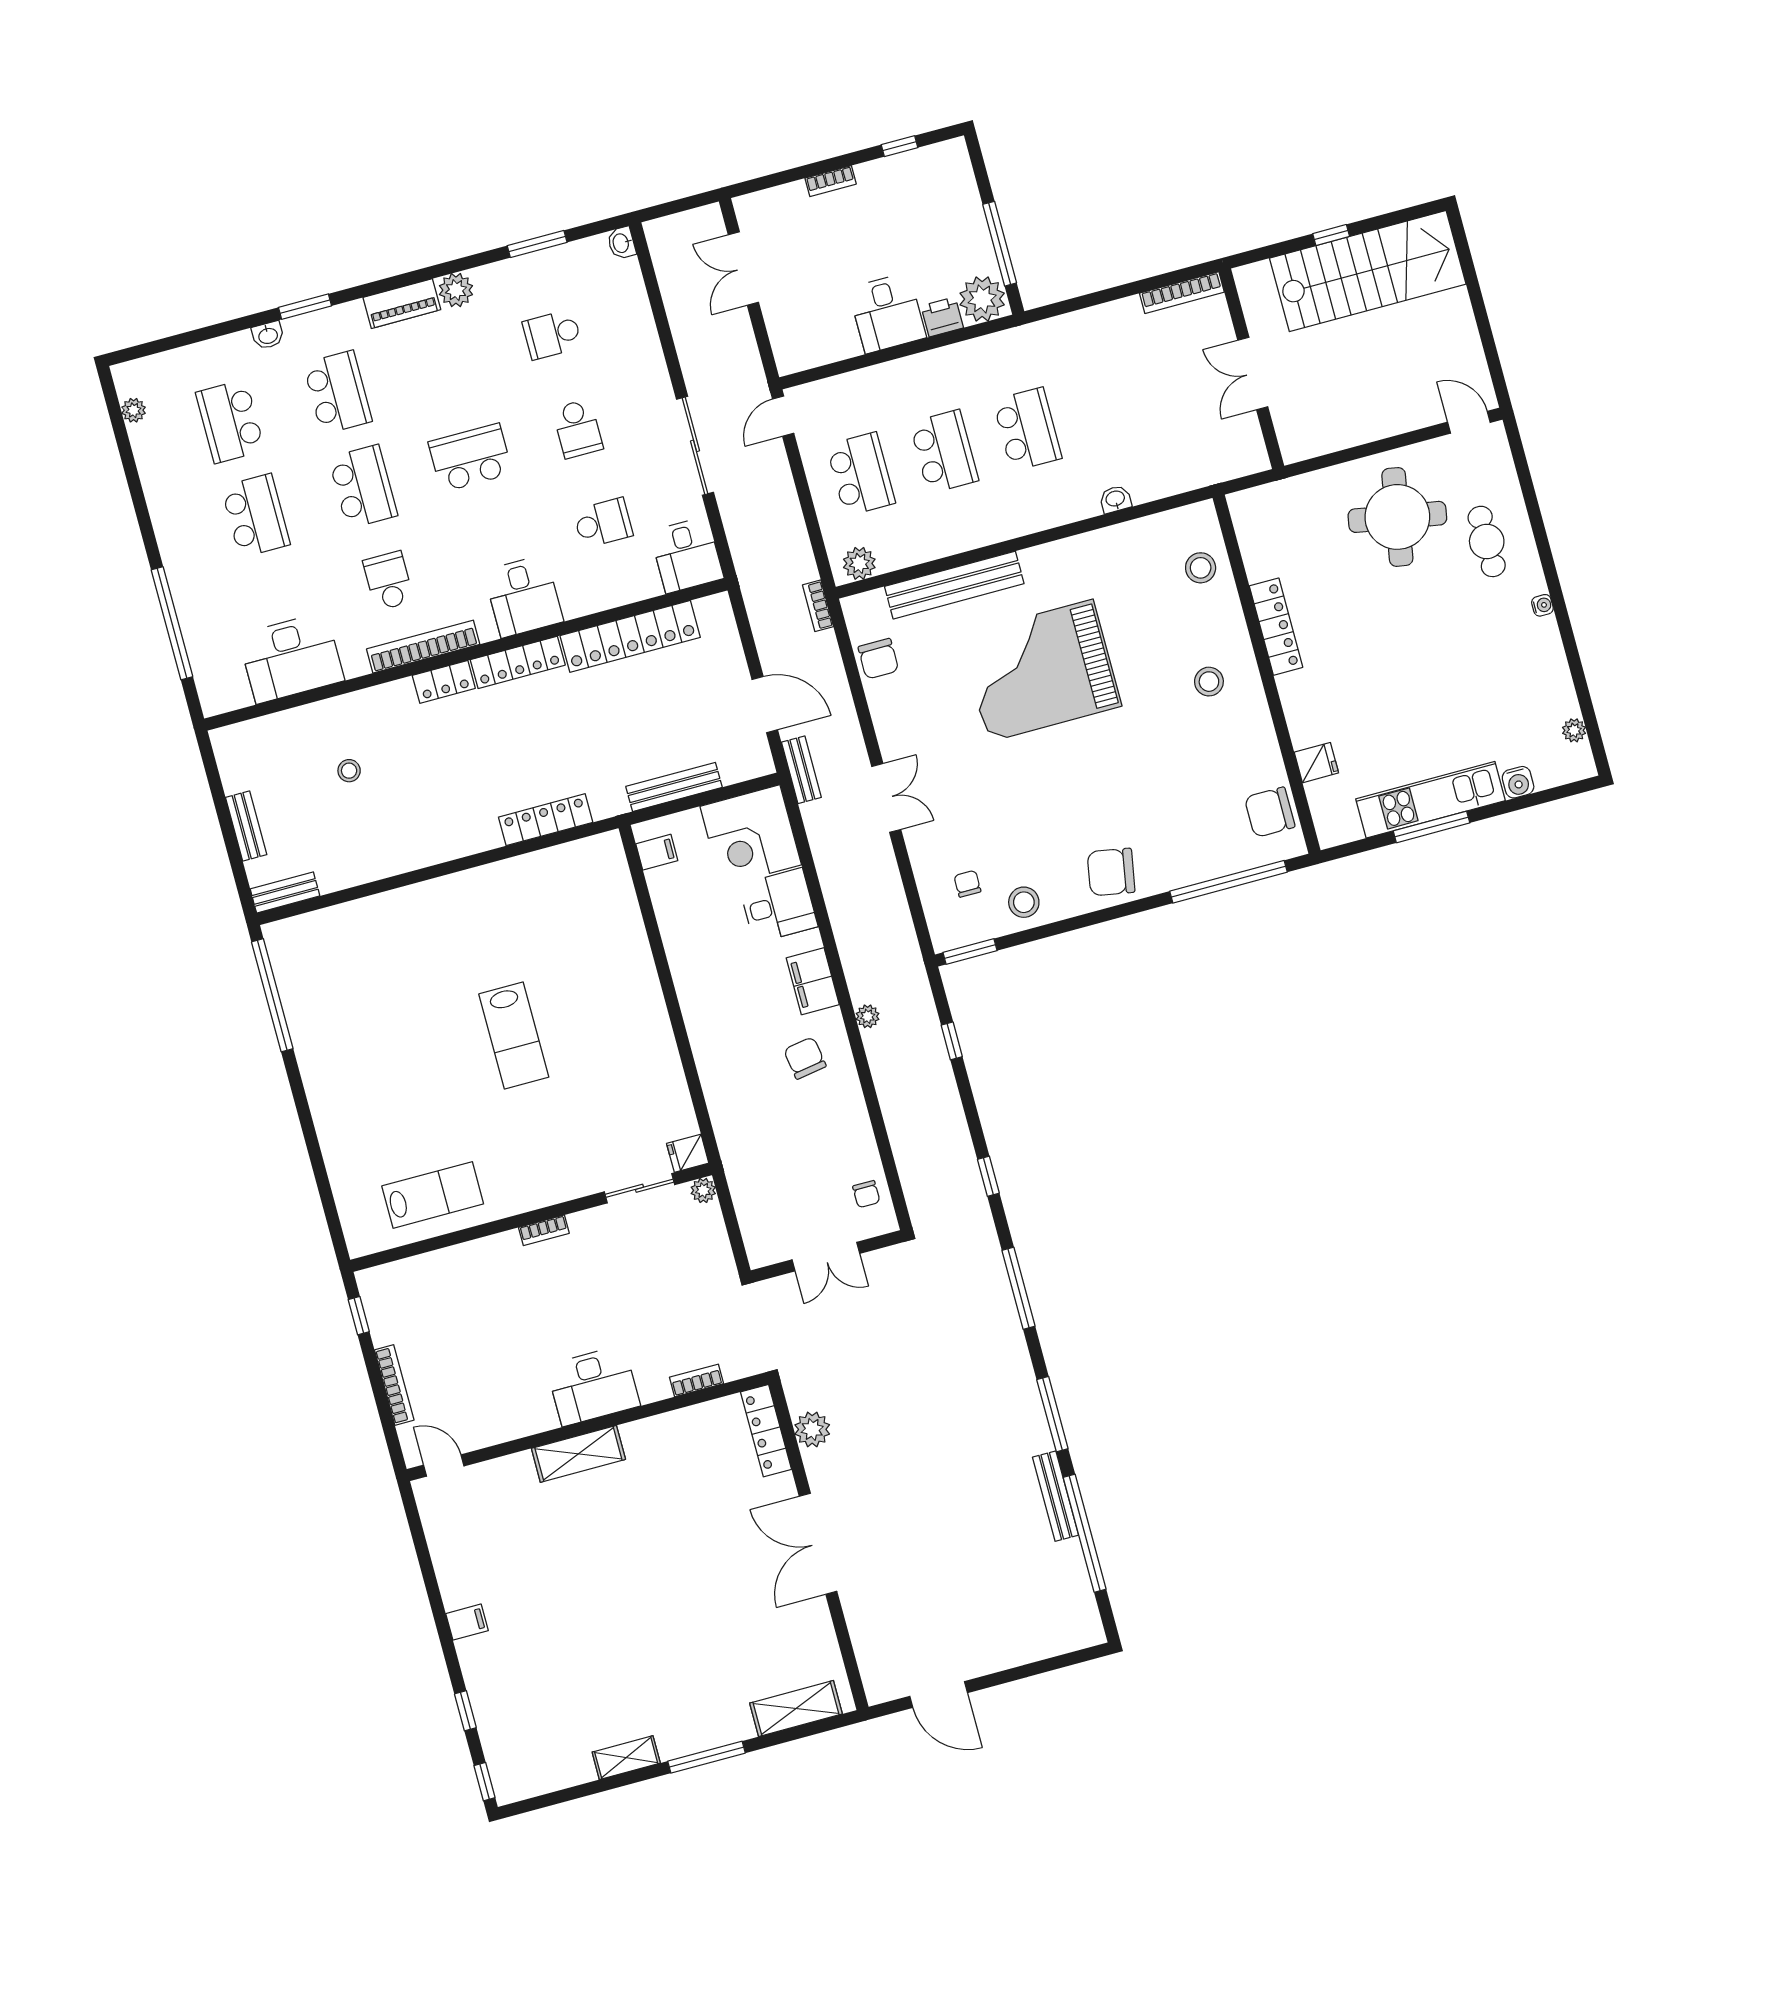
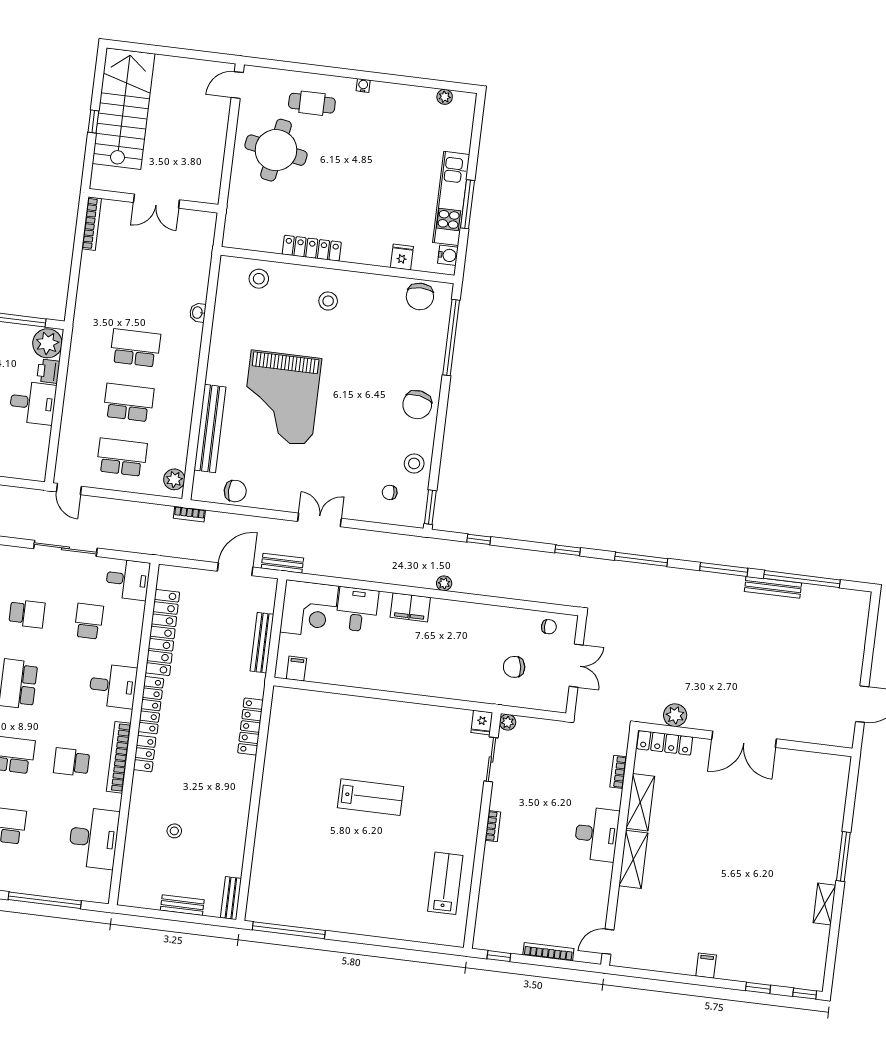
water cooler: (1518, 782) -> (448, 255), moved
chair: (805, 1058) -> (514, 667), moved
shelving: (796, 1709) -> (640, 802), moved

